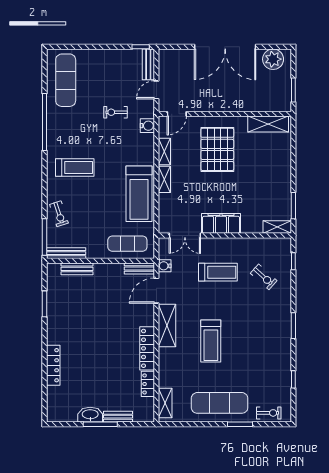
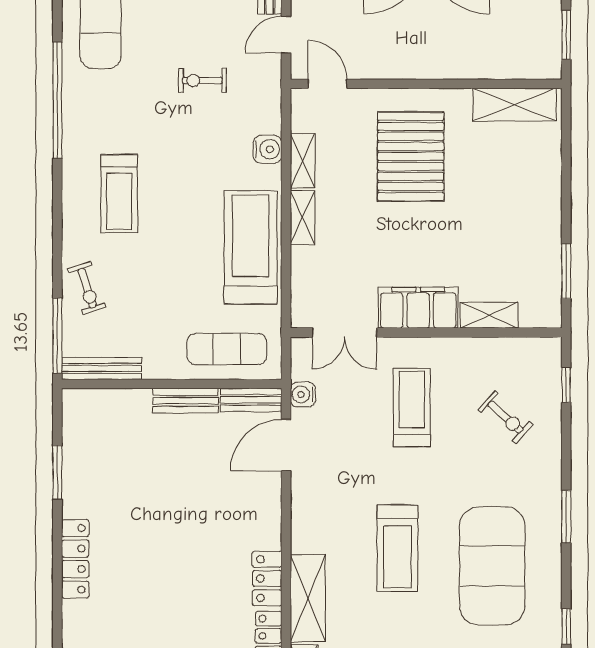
door: (177, 114) -> (328, 84), swing flipped
water cooler: (147, 126) -> (267, 149), moved
treadmill: (75, 168) -> (119, 194), turned 90
treadmill: (139, 194) -> (251, 247), turned 180
shelving: (277, 227) -> (489, 315), moved
bench: (77, 269) -> (186, 401), moved
treadmill: (218, 272) -> (412, 407), turned -90
shelving: (167, 326) -> (308, 598), moved
locker: (147, 348) -> (267, 578), width x0.66
exercise mat: (257, 350) -> (492, 566), added
locker: (53, 365) -> (75, 559), moved

